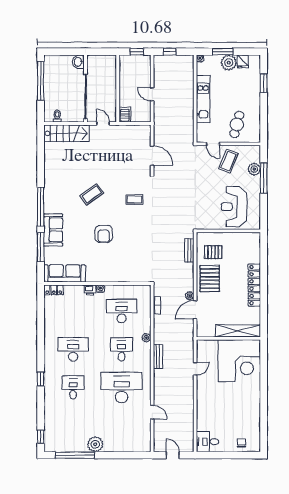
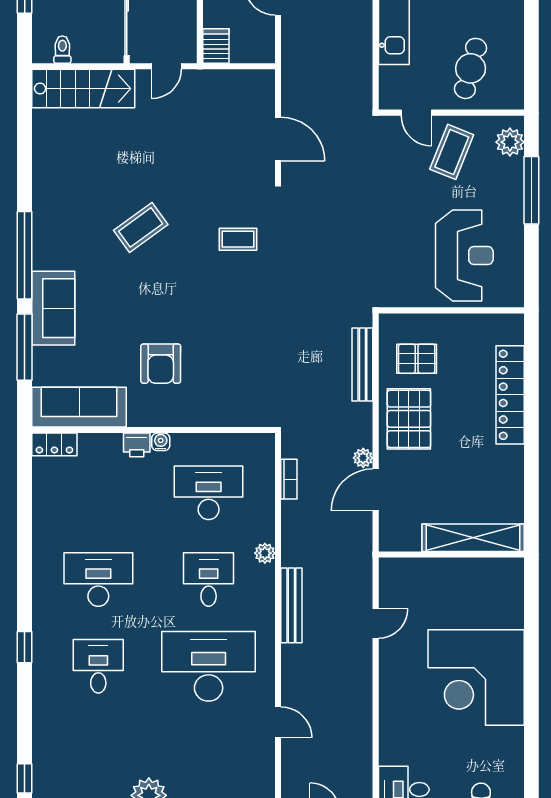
door: (103, 123) -> (166, 66), swing flipped
plant: (254, 169) -> (510, 142), moved
reception desk: (234, 207) -> (464, 255), turned 180
armchair: (104, 234) -> (161, 364), moved
bench: (189, 250) -> (362, 364), width x1.36
locker: (254, 285) -> (510, 395), moved
bench: (158, 356) -> (291, 605), width x1.36
corner desk: (239, 361) -> (476, 678), moved, turned 90

